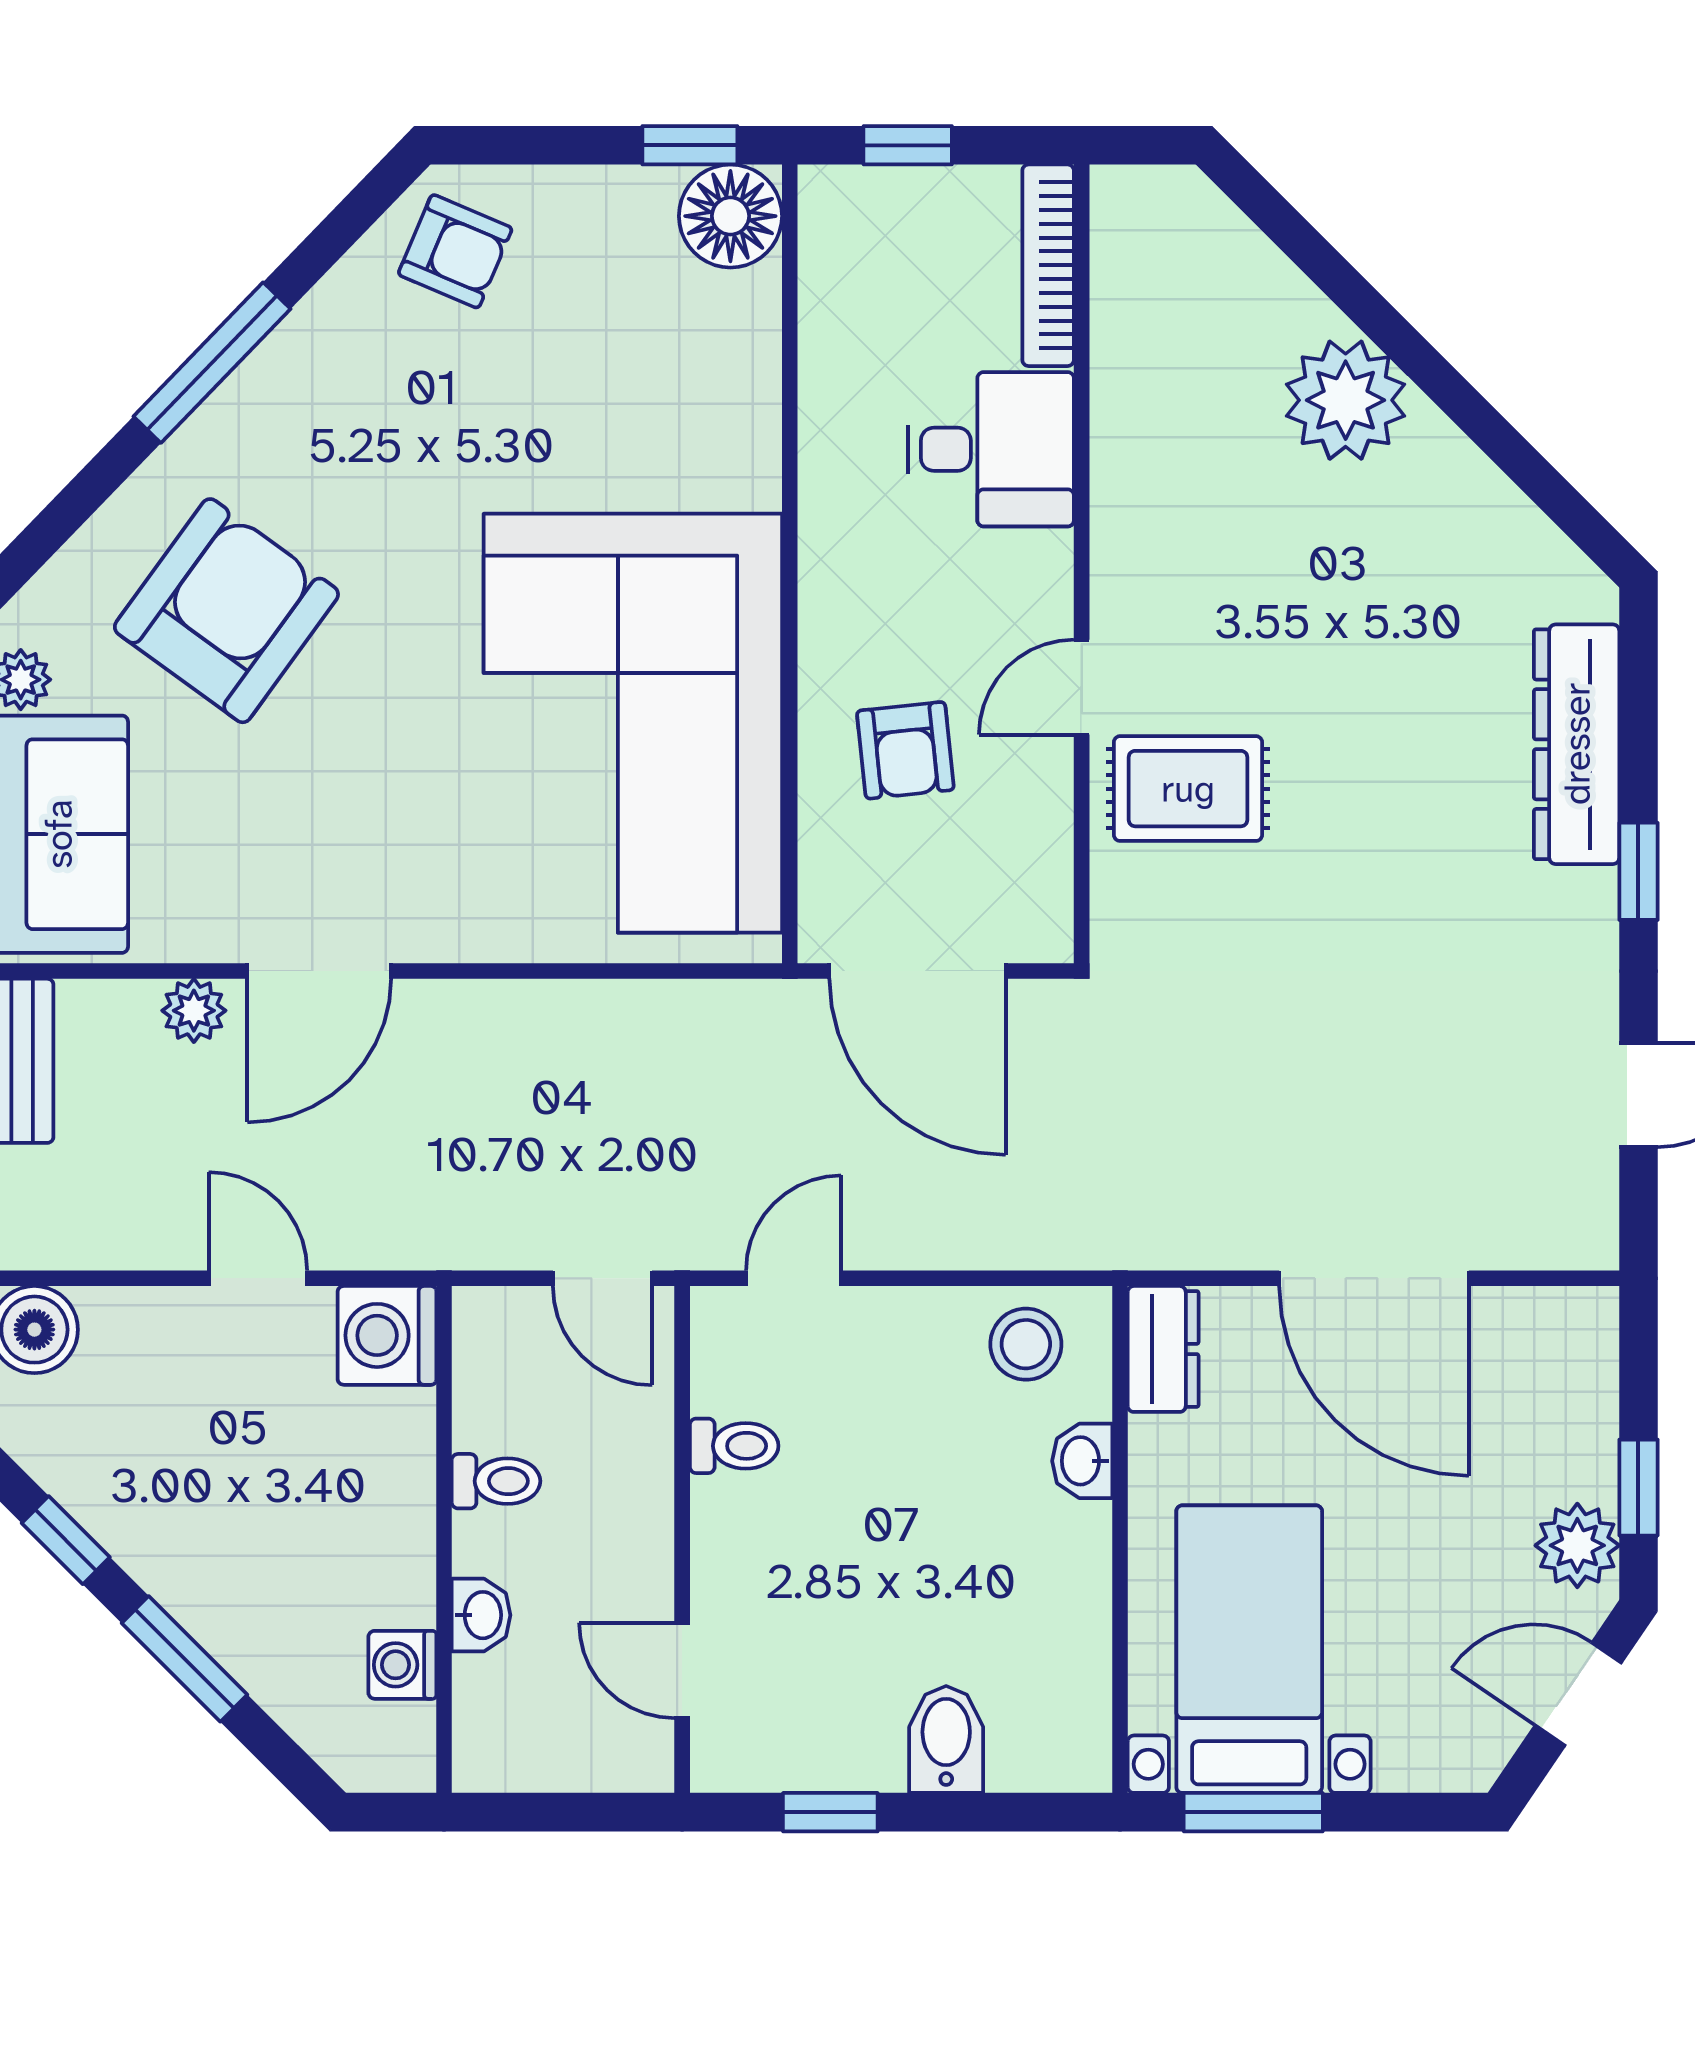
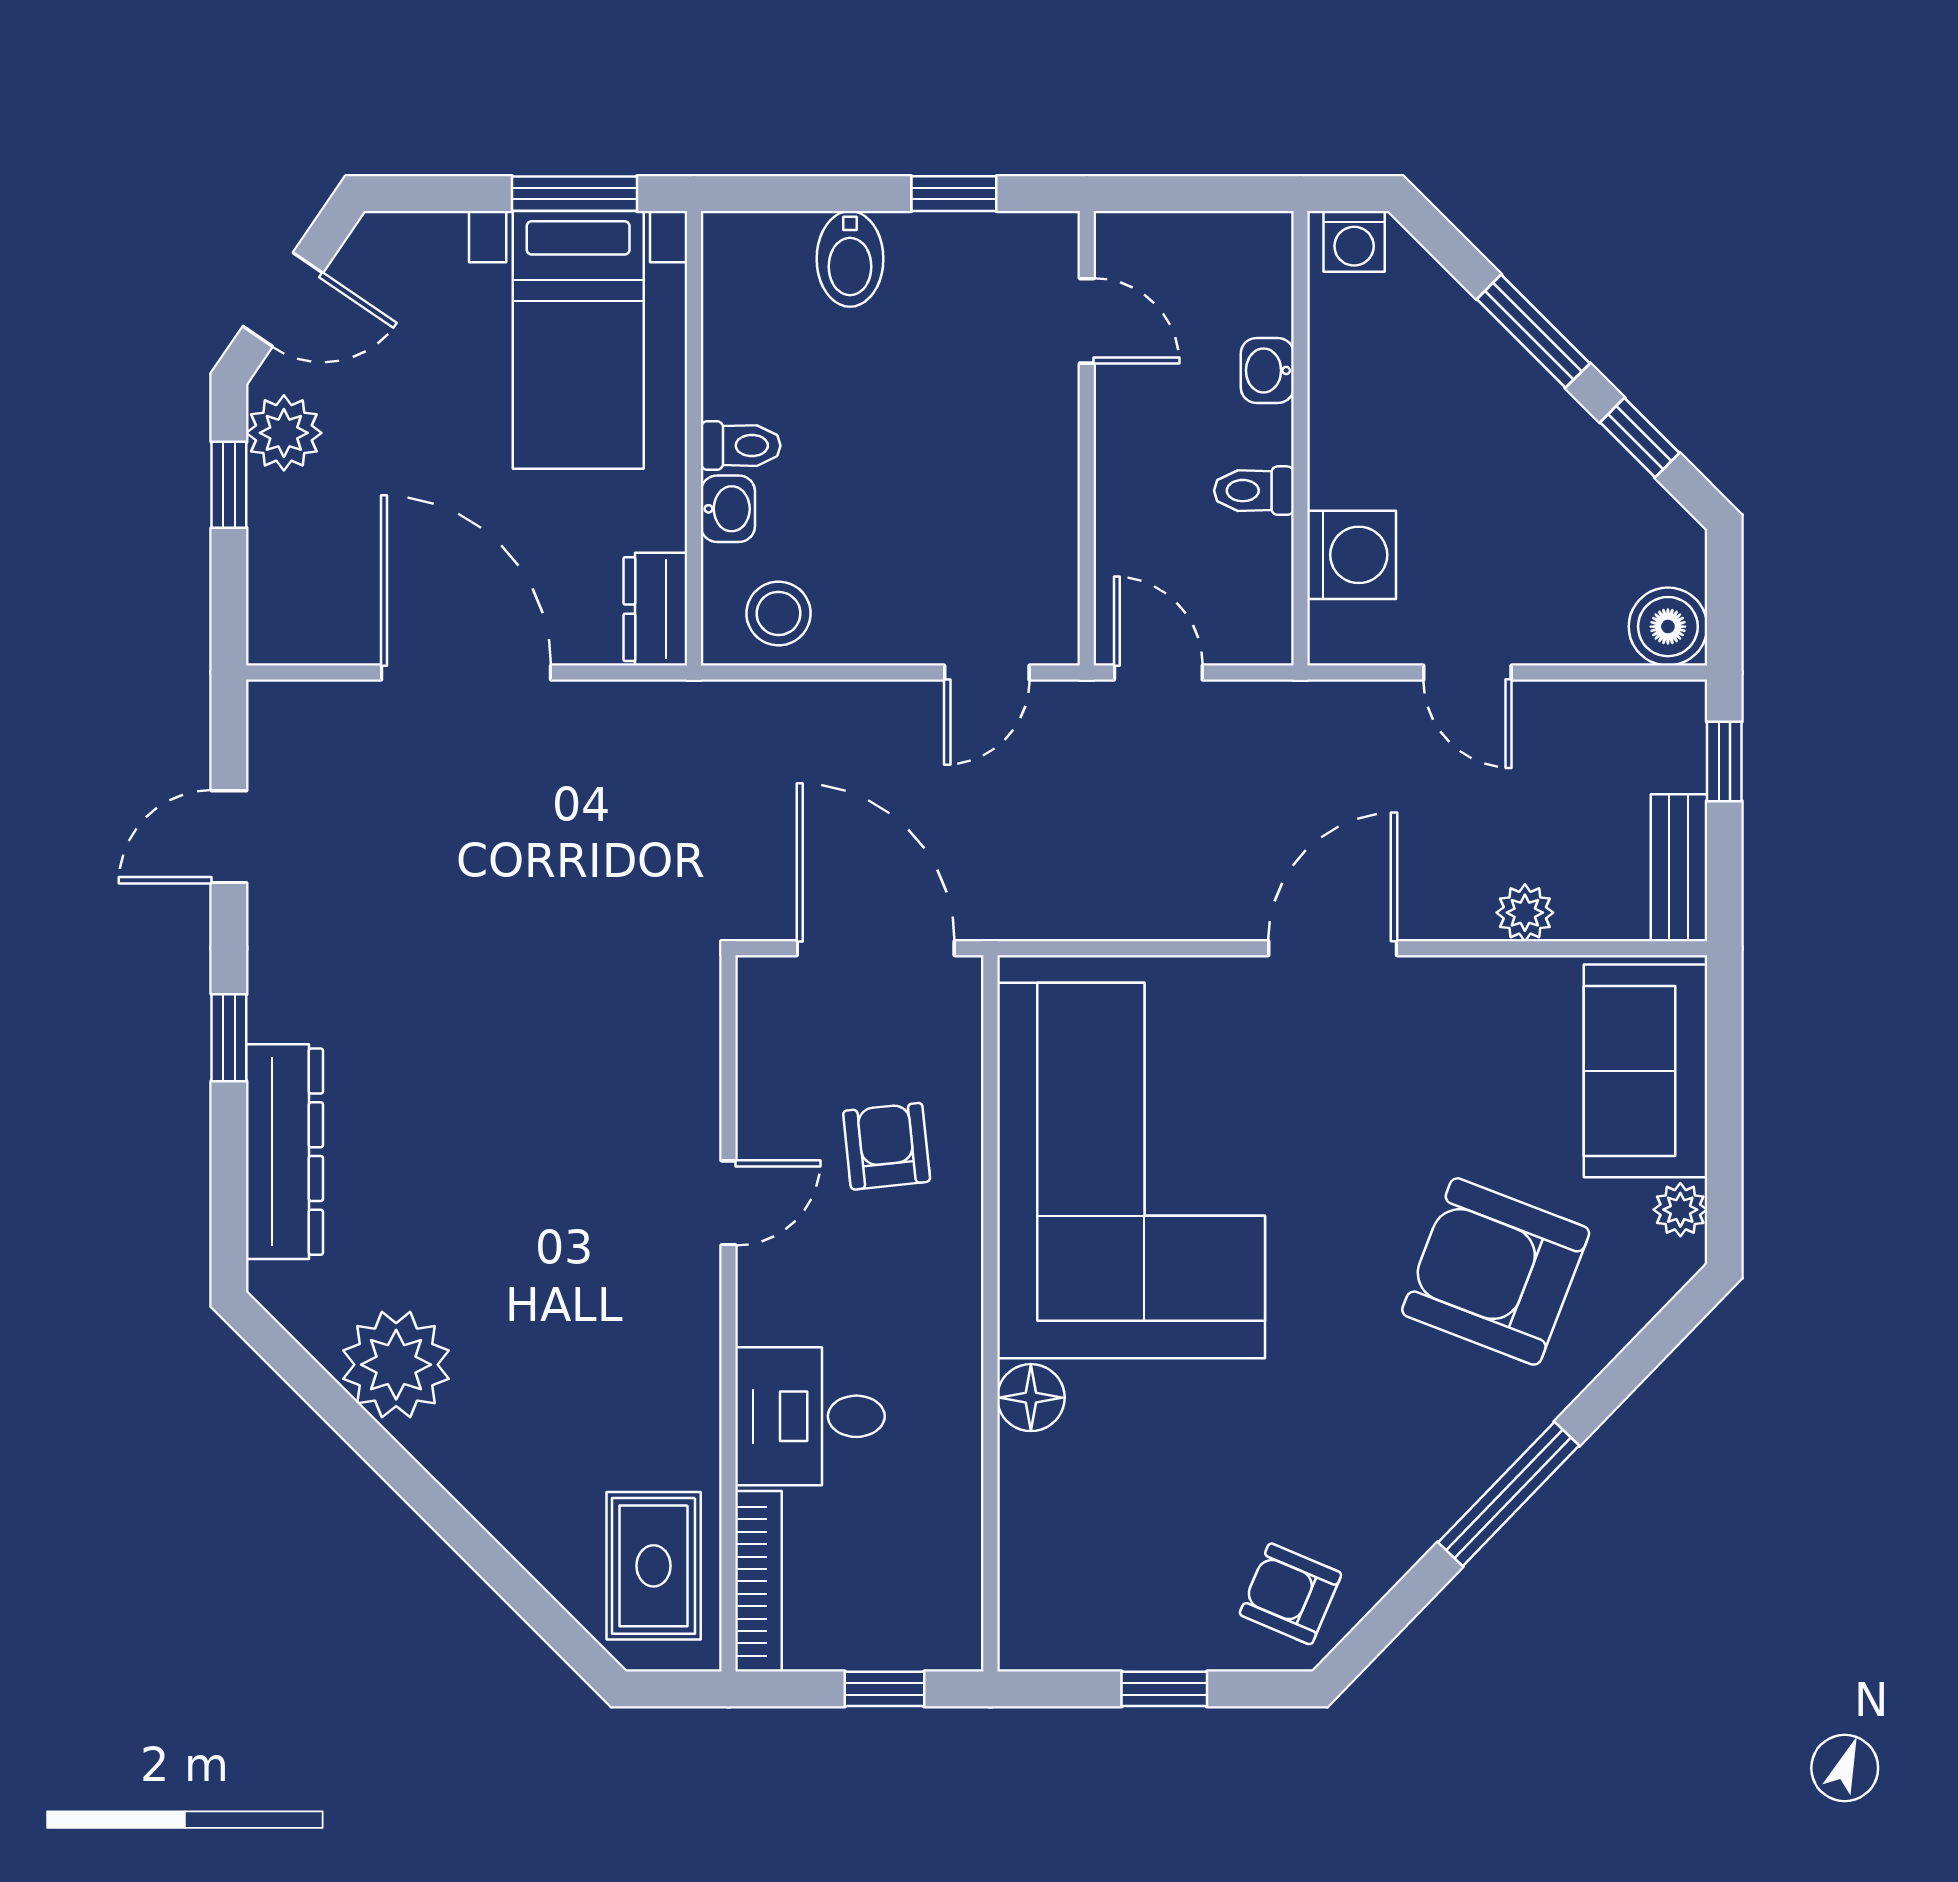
window: (690, 145) -> (1164, 1689), moved
floor lamp: (730, 216) -> (1031, 1398), moved, width x0.73, depth x0.73
plant: (1346, 400) -> (396, 1365), moved
armchair: (226, 611) -> (1496, 1271), turned 75
rug: (1188, 789) -> (654, 1566), moved, turned 90
door: (319, 971) -> (1333, 948), moved
washing machine: (387, 1335) -> (1352, 555), moved
toilet: (734, 1446) -> (741, 446), moved, turned 180
washing machine: (402, 1665) -> (1354, 241), moved, turned 90

